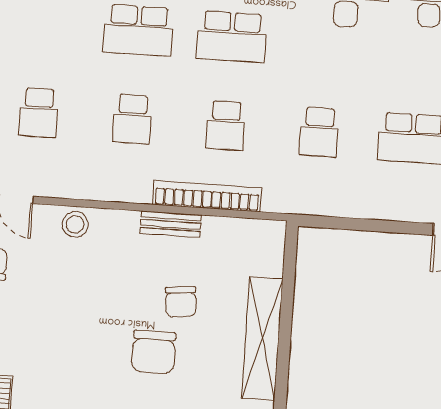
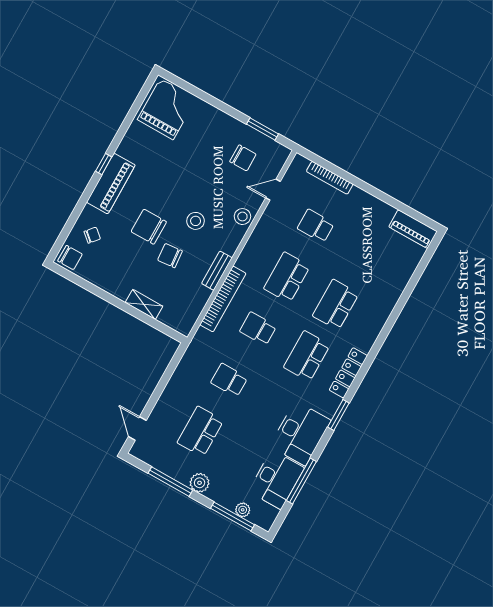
school desk: (132, 119) -> (287, 277), width x1.85
stool: (113, 289) -> (196, 221), added
shelving: (262, 339) -> (144, 304), width x0.45, depth x0.75

